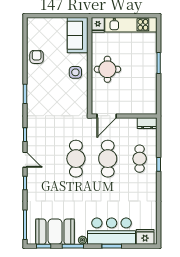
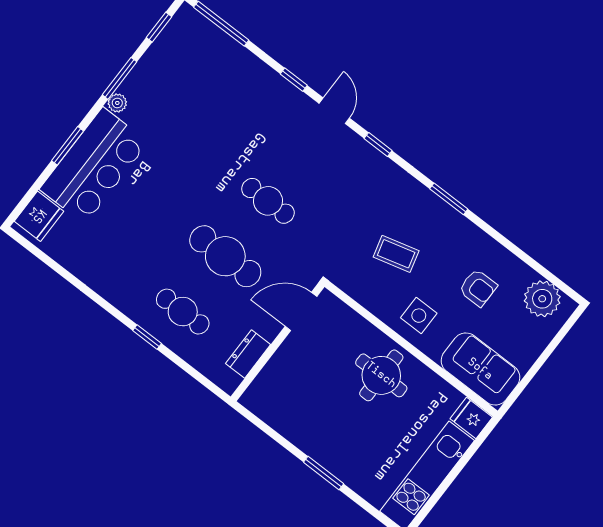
plant: (35, 32) -> (542, 299), added
armchair: (37, 57) -> (478, 288), moved
coffee table: (59, 98) -> (396, 254), added
door: (107, 116) -> (301, 311), hinge flipped
dresser: (147, 123) -> (248, 354), moved
cafe table: (76, 159) -> (268, 201), width x0.73, depth x0.74
door: (25, 160) -> (334, 111), swing flipped
booth: (55, 232) -> (169, 66), removed

